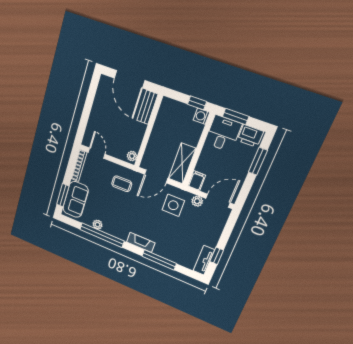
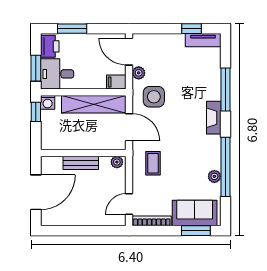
bench: (147, 107) -> (81, 163), moved
shelving: (182, 164) -> (94, 104), width x1.47

